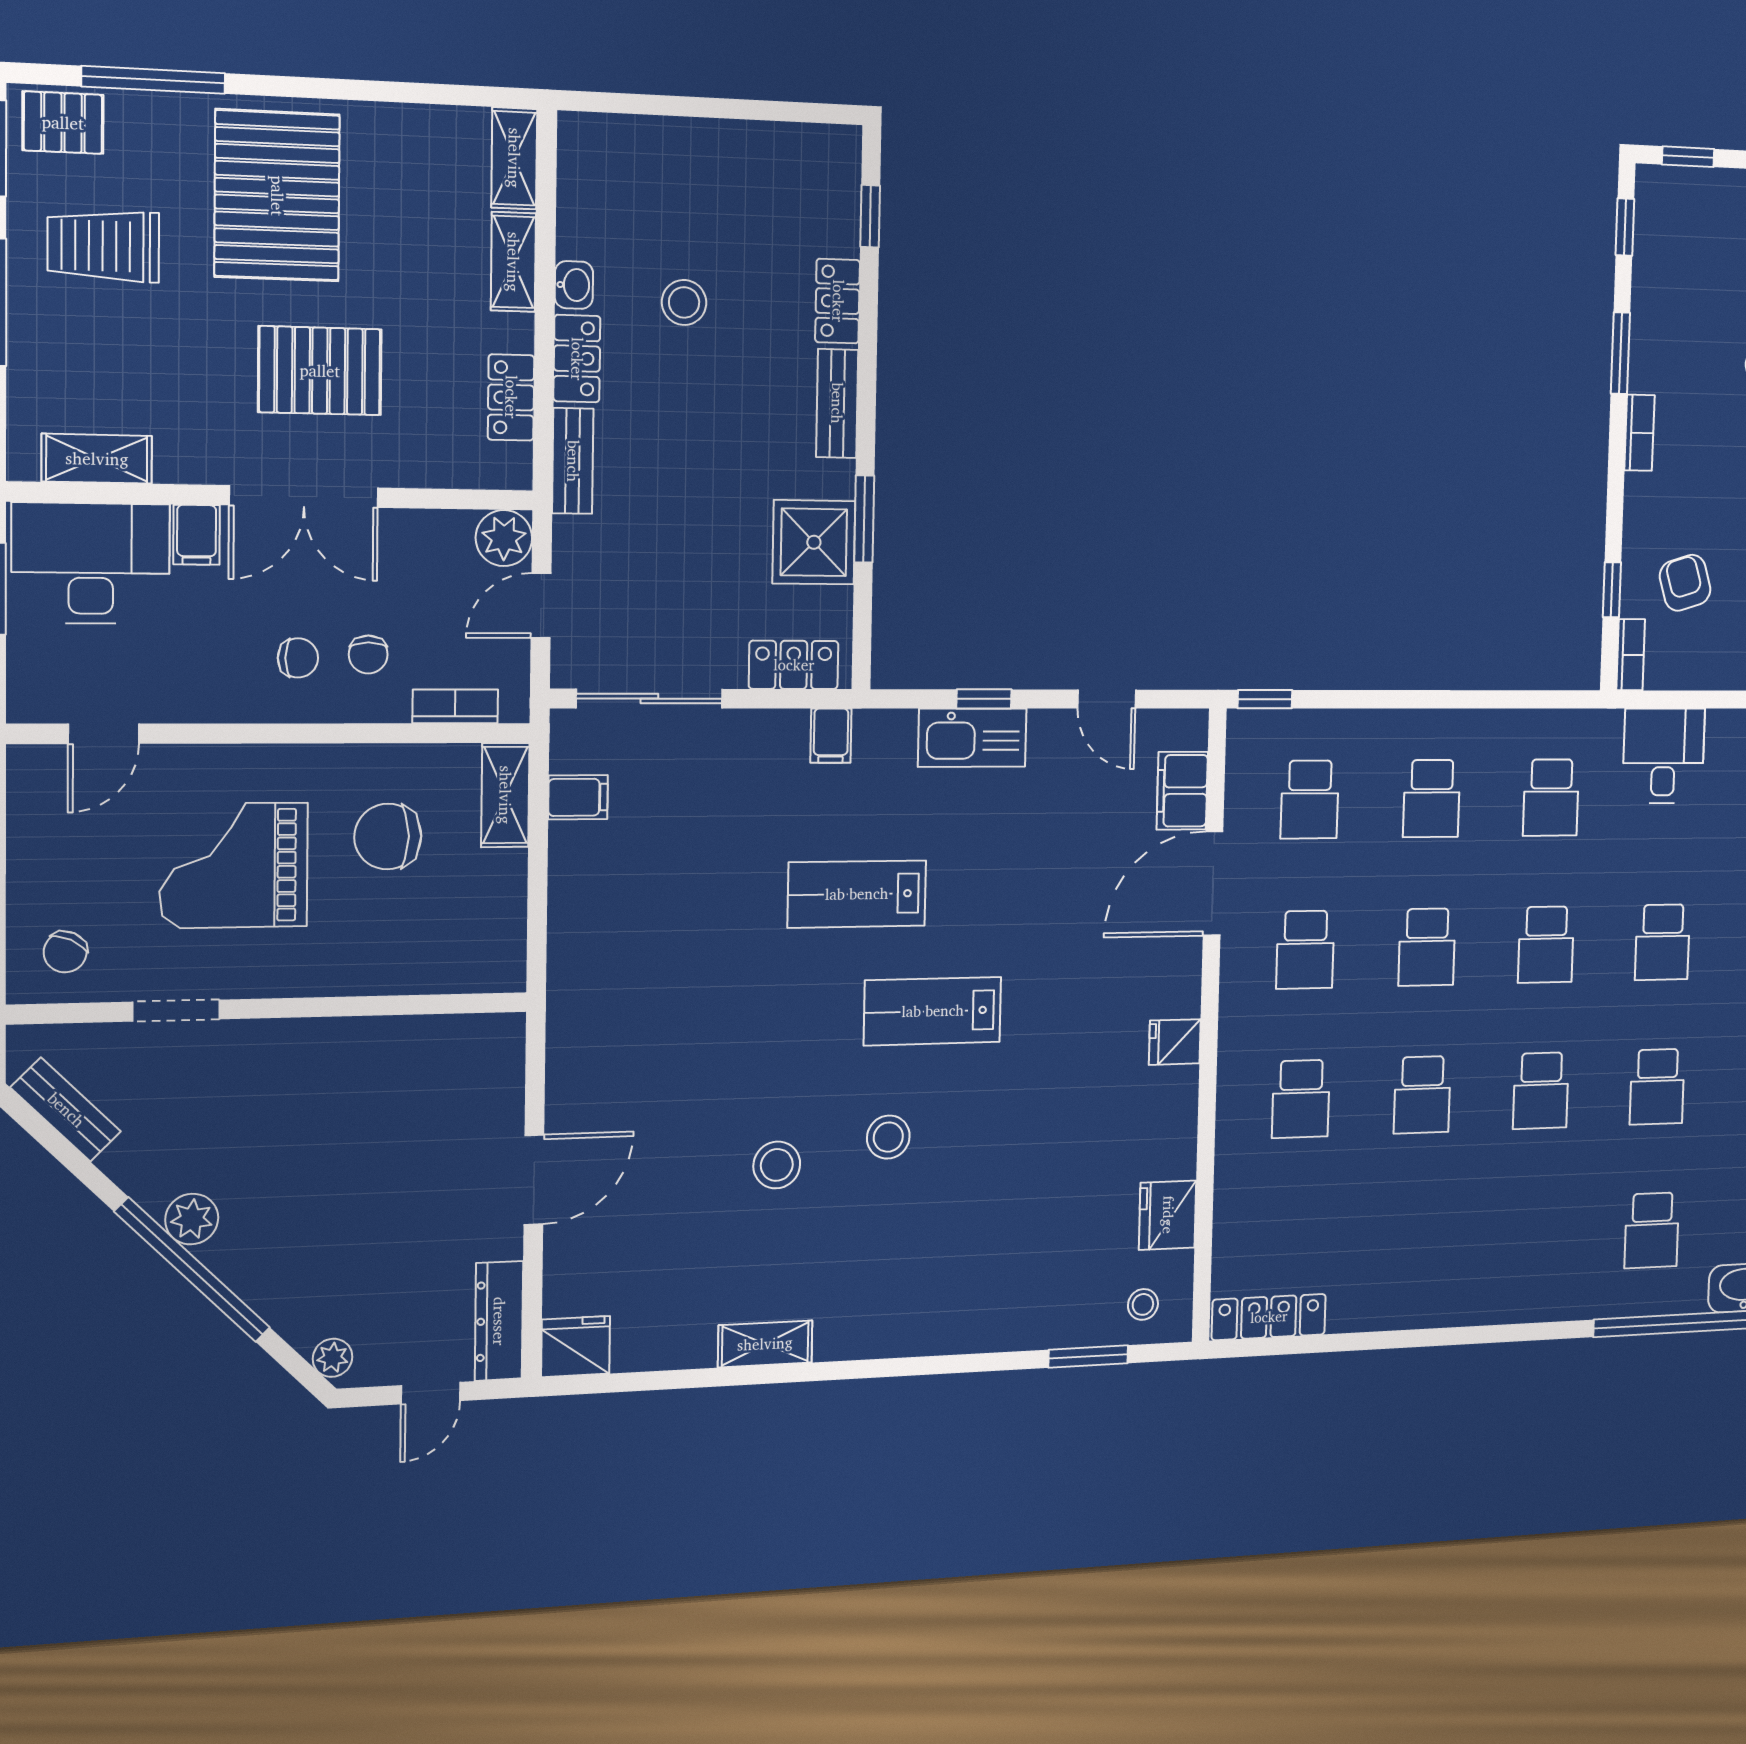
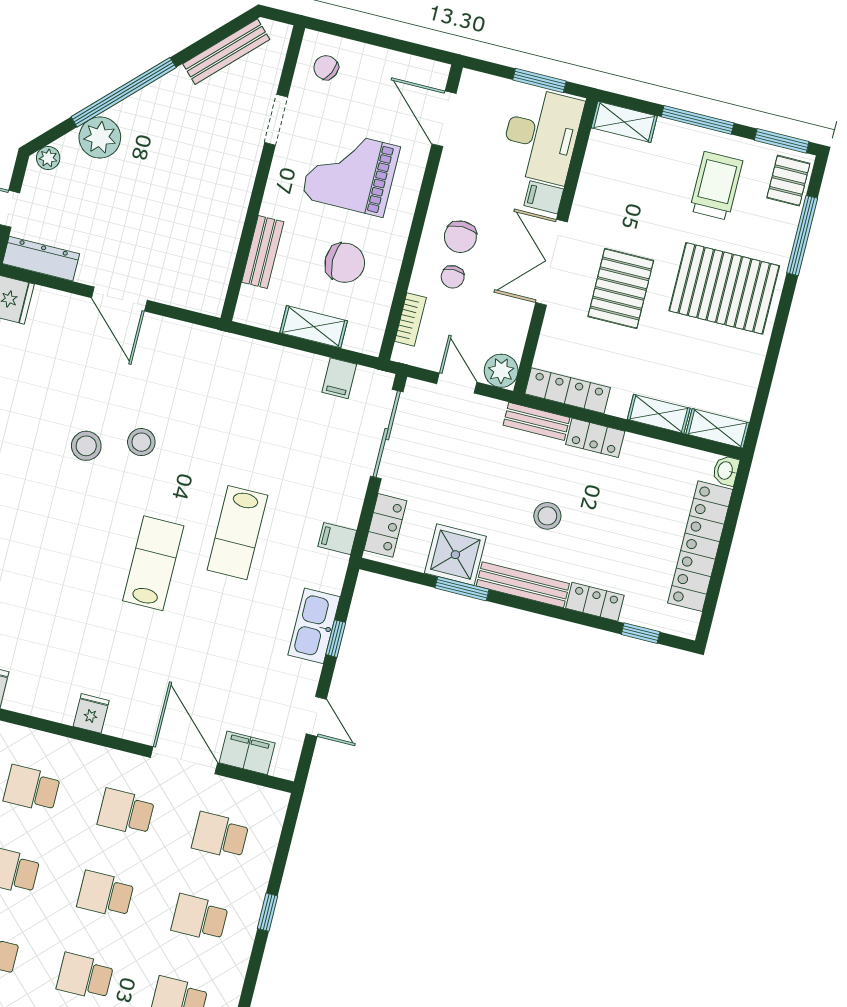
locker: (712, 148) -> (700, 546), added
washbasin: (574, 285) -> (726, 471), moved, turned 90
stool: (684, 302) -> (547, 516), moved
locker: (511, 397) -> (568, 391), width x1.53
bench: (837, 403) -> (523, 585), width x1.36
shelving: (97, 459) -> (624, 122), moved, turned 90
chair: (368, 655) -> (453, 277), turned -90
chair: (298, 658) -> (460, 237), width x1.37, depth x1.37
door: (1107, 699) -> (316, 717), swing flipped
window: (1265, 699) -> (268, 912), moved
door: (104, 734) -> (444, 119), width x1.38
shelving: (505, 795) -> (314, 327), moved
chair: (388, 837) -> (345, 263), turned 90
grand piano: (234, 865) -> (351, 172), turned -90
lab bench: (857, 894) -> (237, 533), turned 180
bench: (402, 973) -> (263, 252), added
bench: (66, 1110) -> (226, 52), width x1.36
stool: (888, 1137) -> (141, 442), moved
plant: (192, 1219) -> (100, 137), moved, width x1.36, depth x1.36

